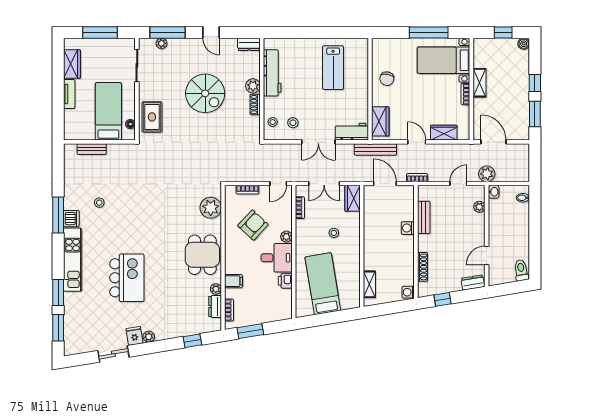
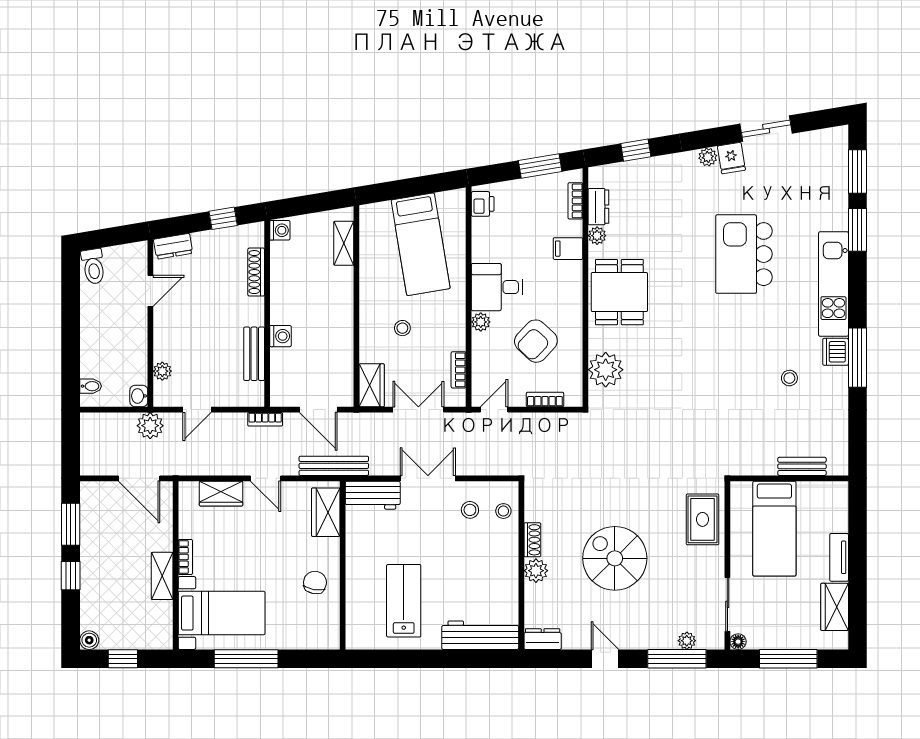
workbench: (272, 73) -> (480, 635), moved, turned 90
floor lamp: (130, 124) -> (738, 642), moved
printer: (285, 281) -> (483, 204), moved

